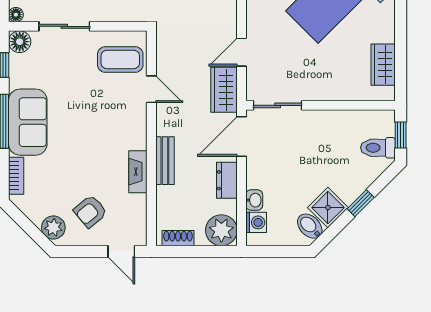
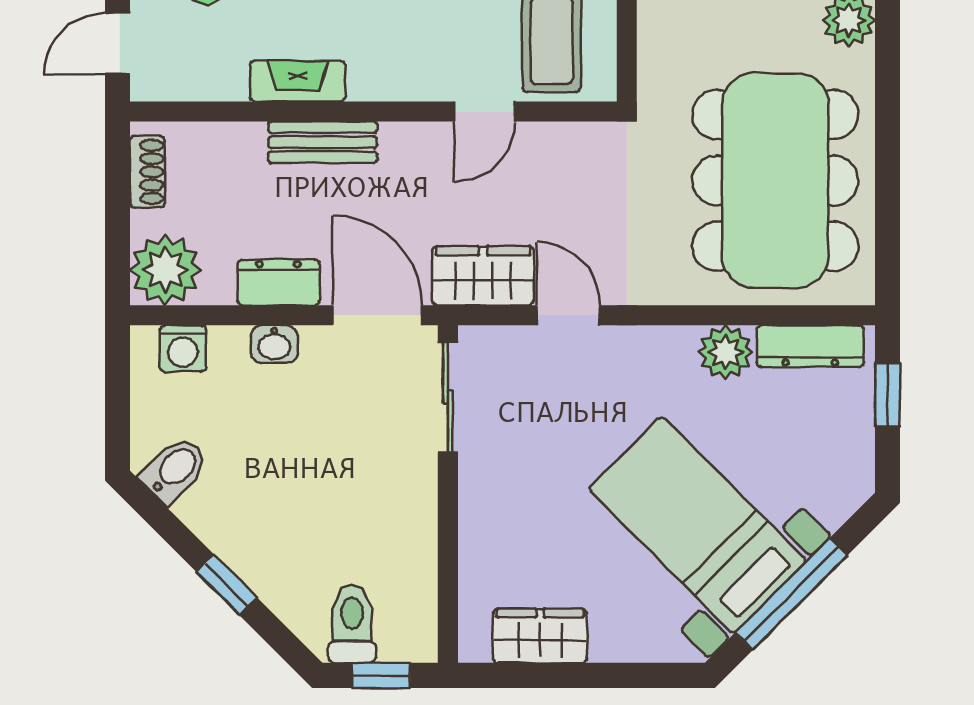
washbasin: (254, 200) -> (274, 344), moved
shower: (328, 208) -> (217, 511), removed

